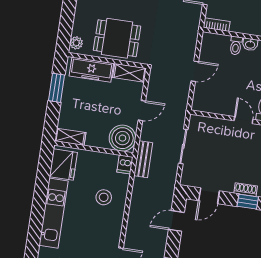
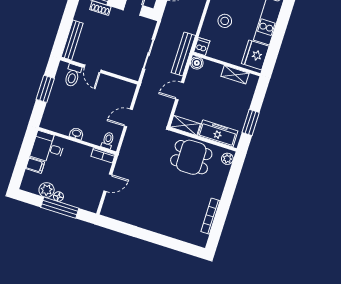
toilet: (236, 46) -> (108, 140), moved
shelving: (70, 137) -> (235, 75), moved
boiler: (122, 138) -> (197, 63), width x0.54, depth x0.54
bench: (143, 159) -> (183, 54), width x1.36

